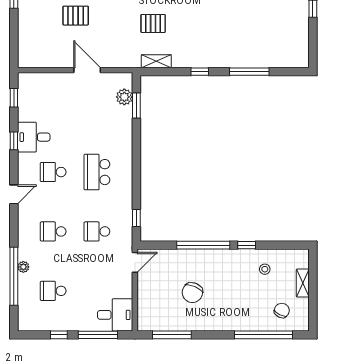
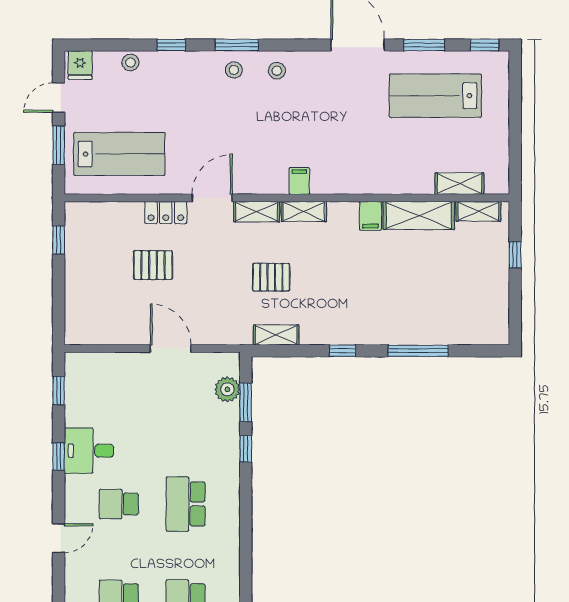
window: (136, 218) -> (246, 449), moved

